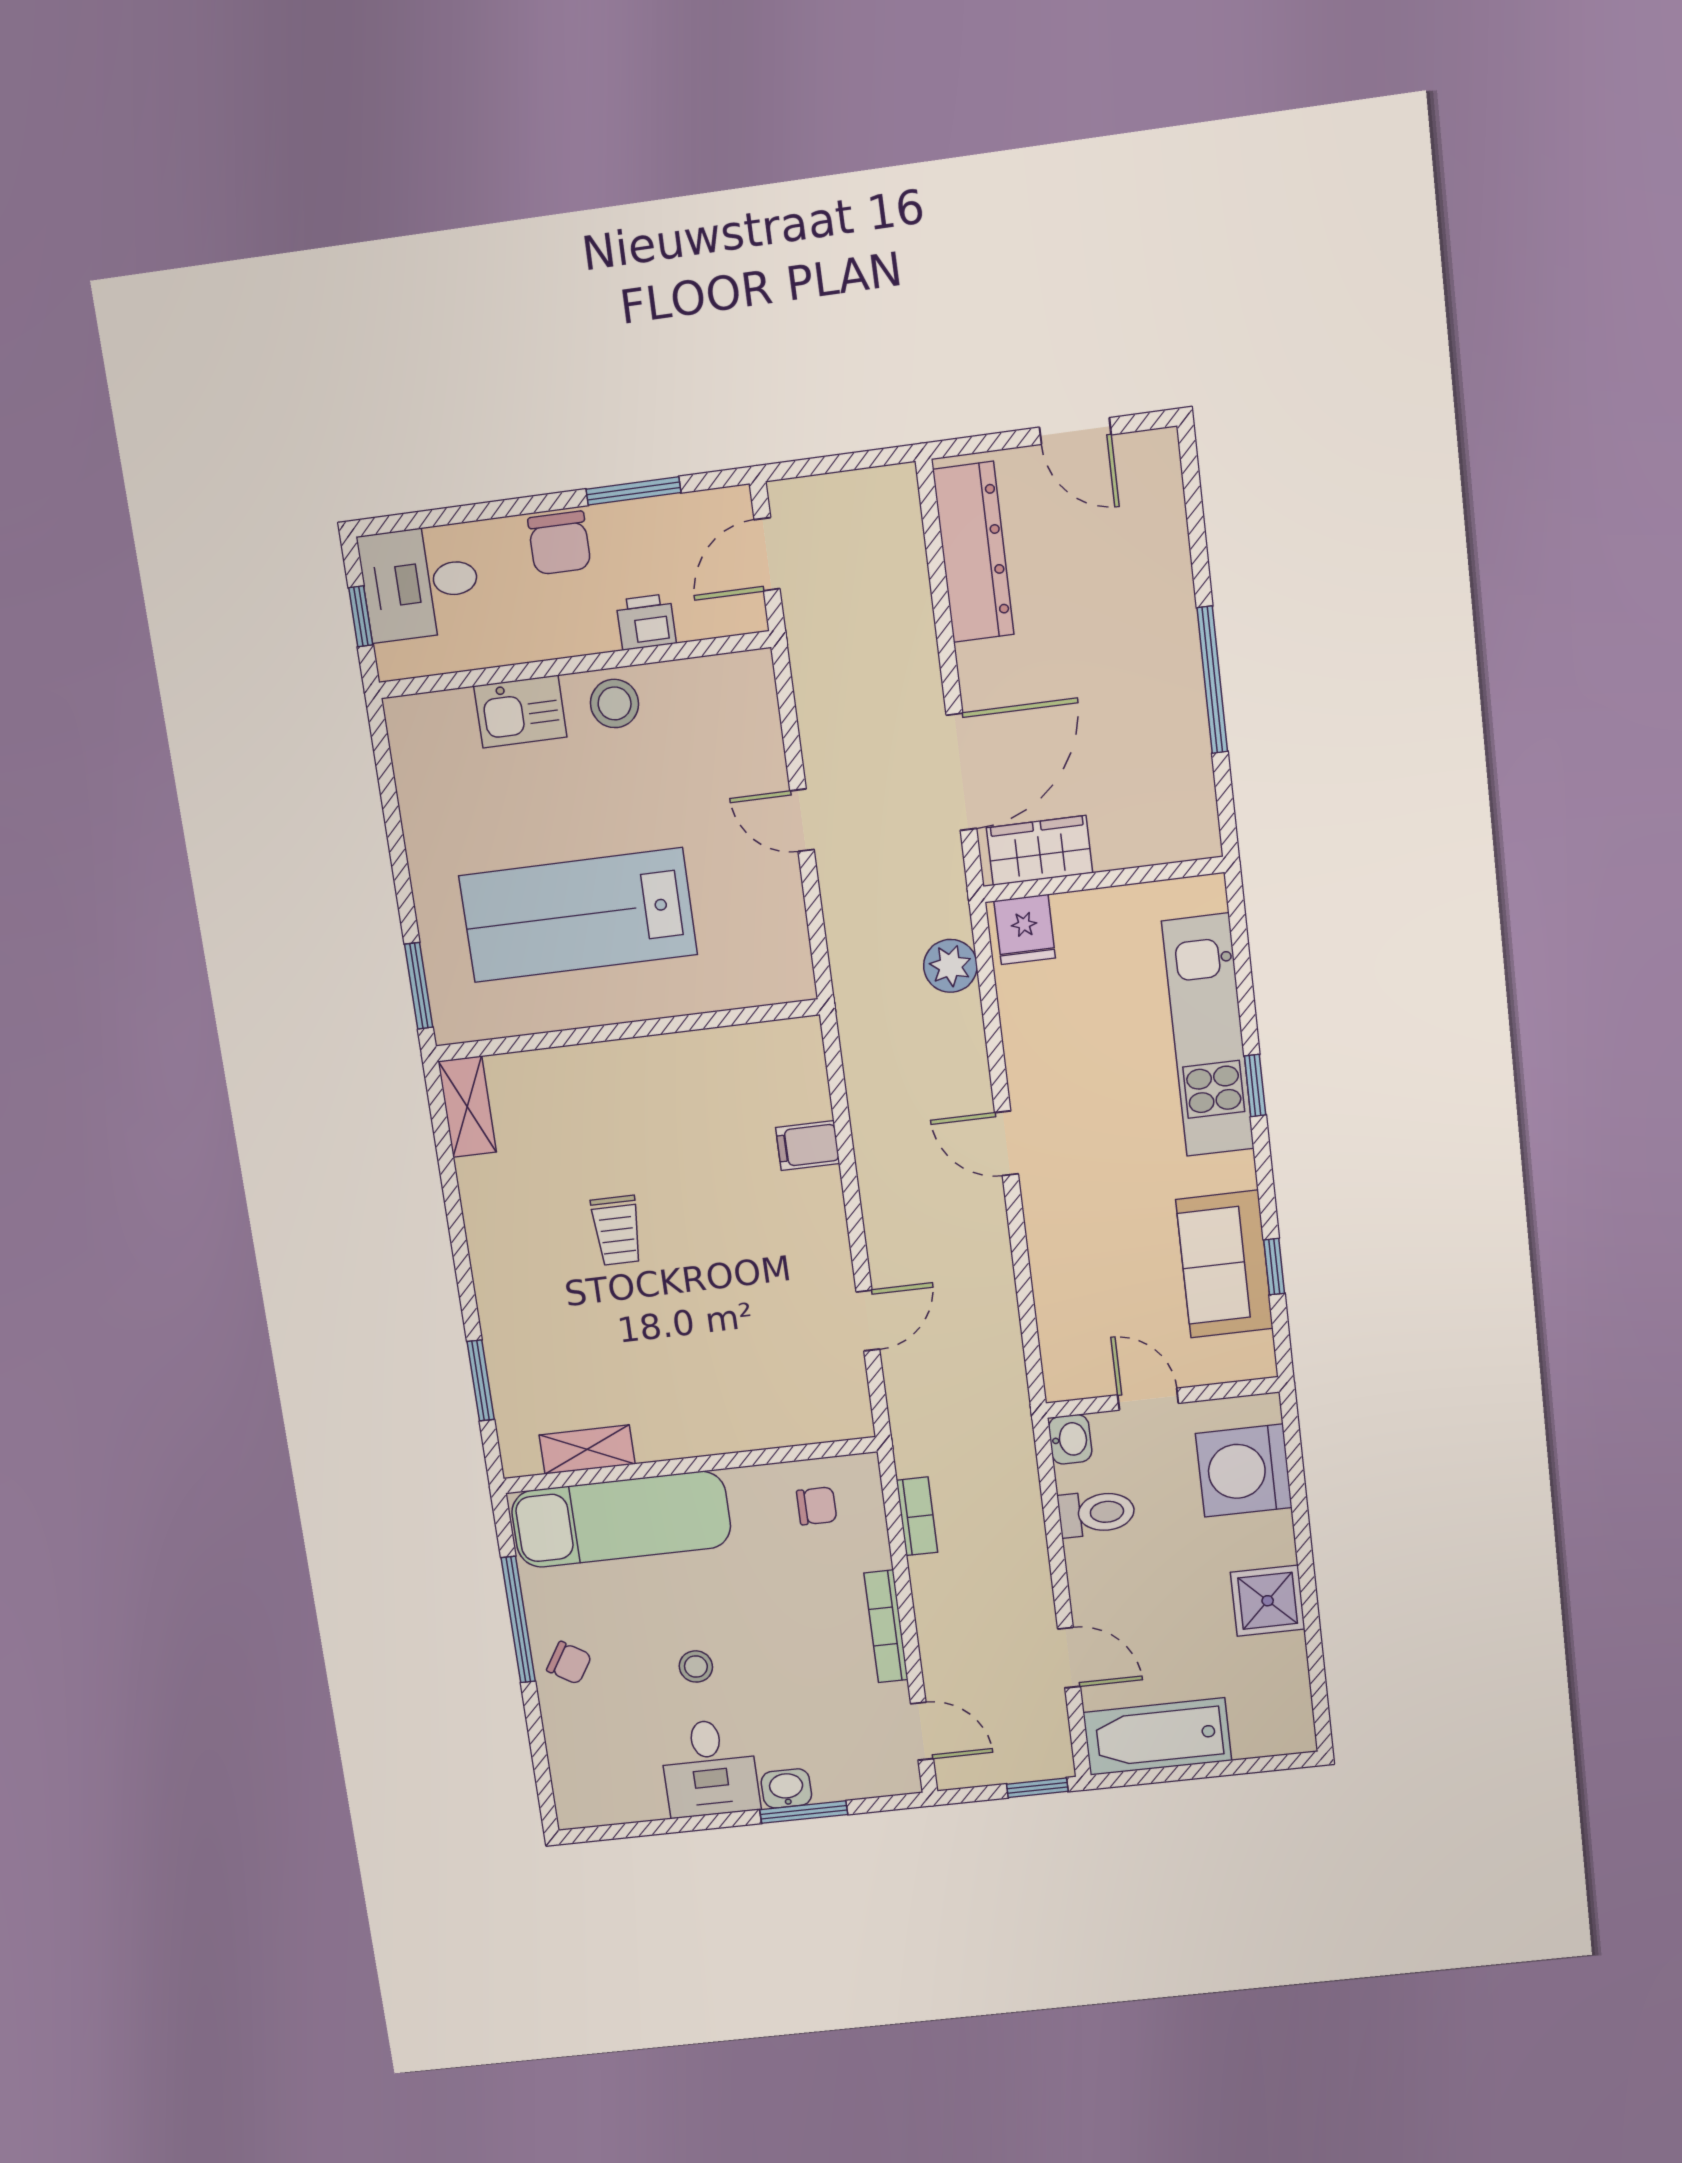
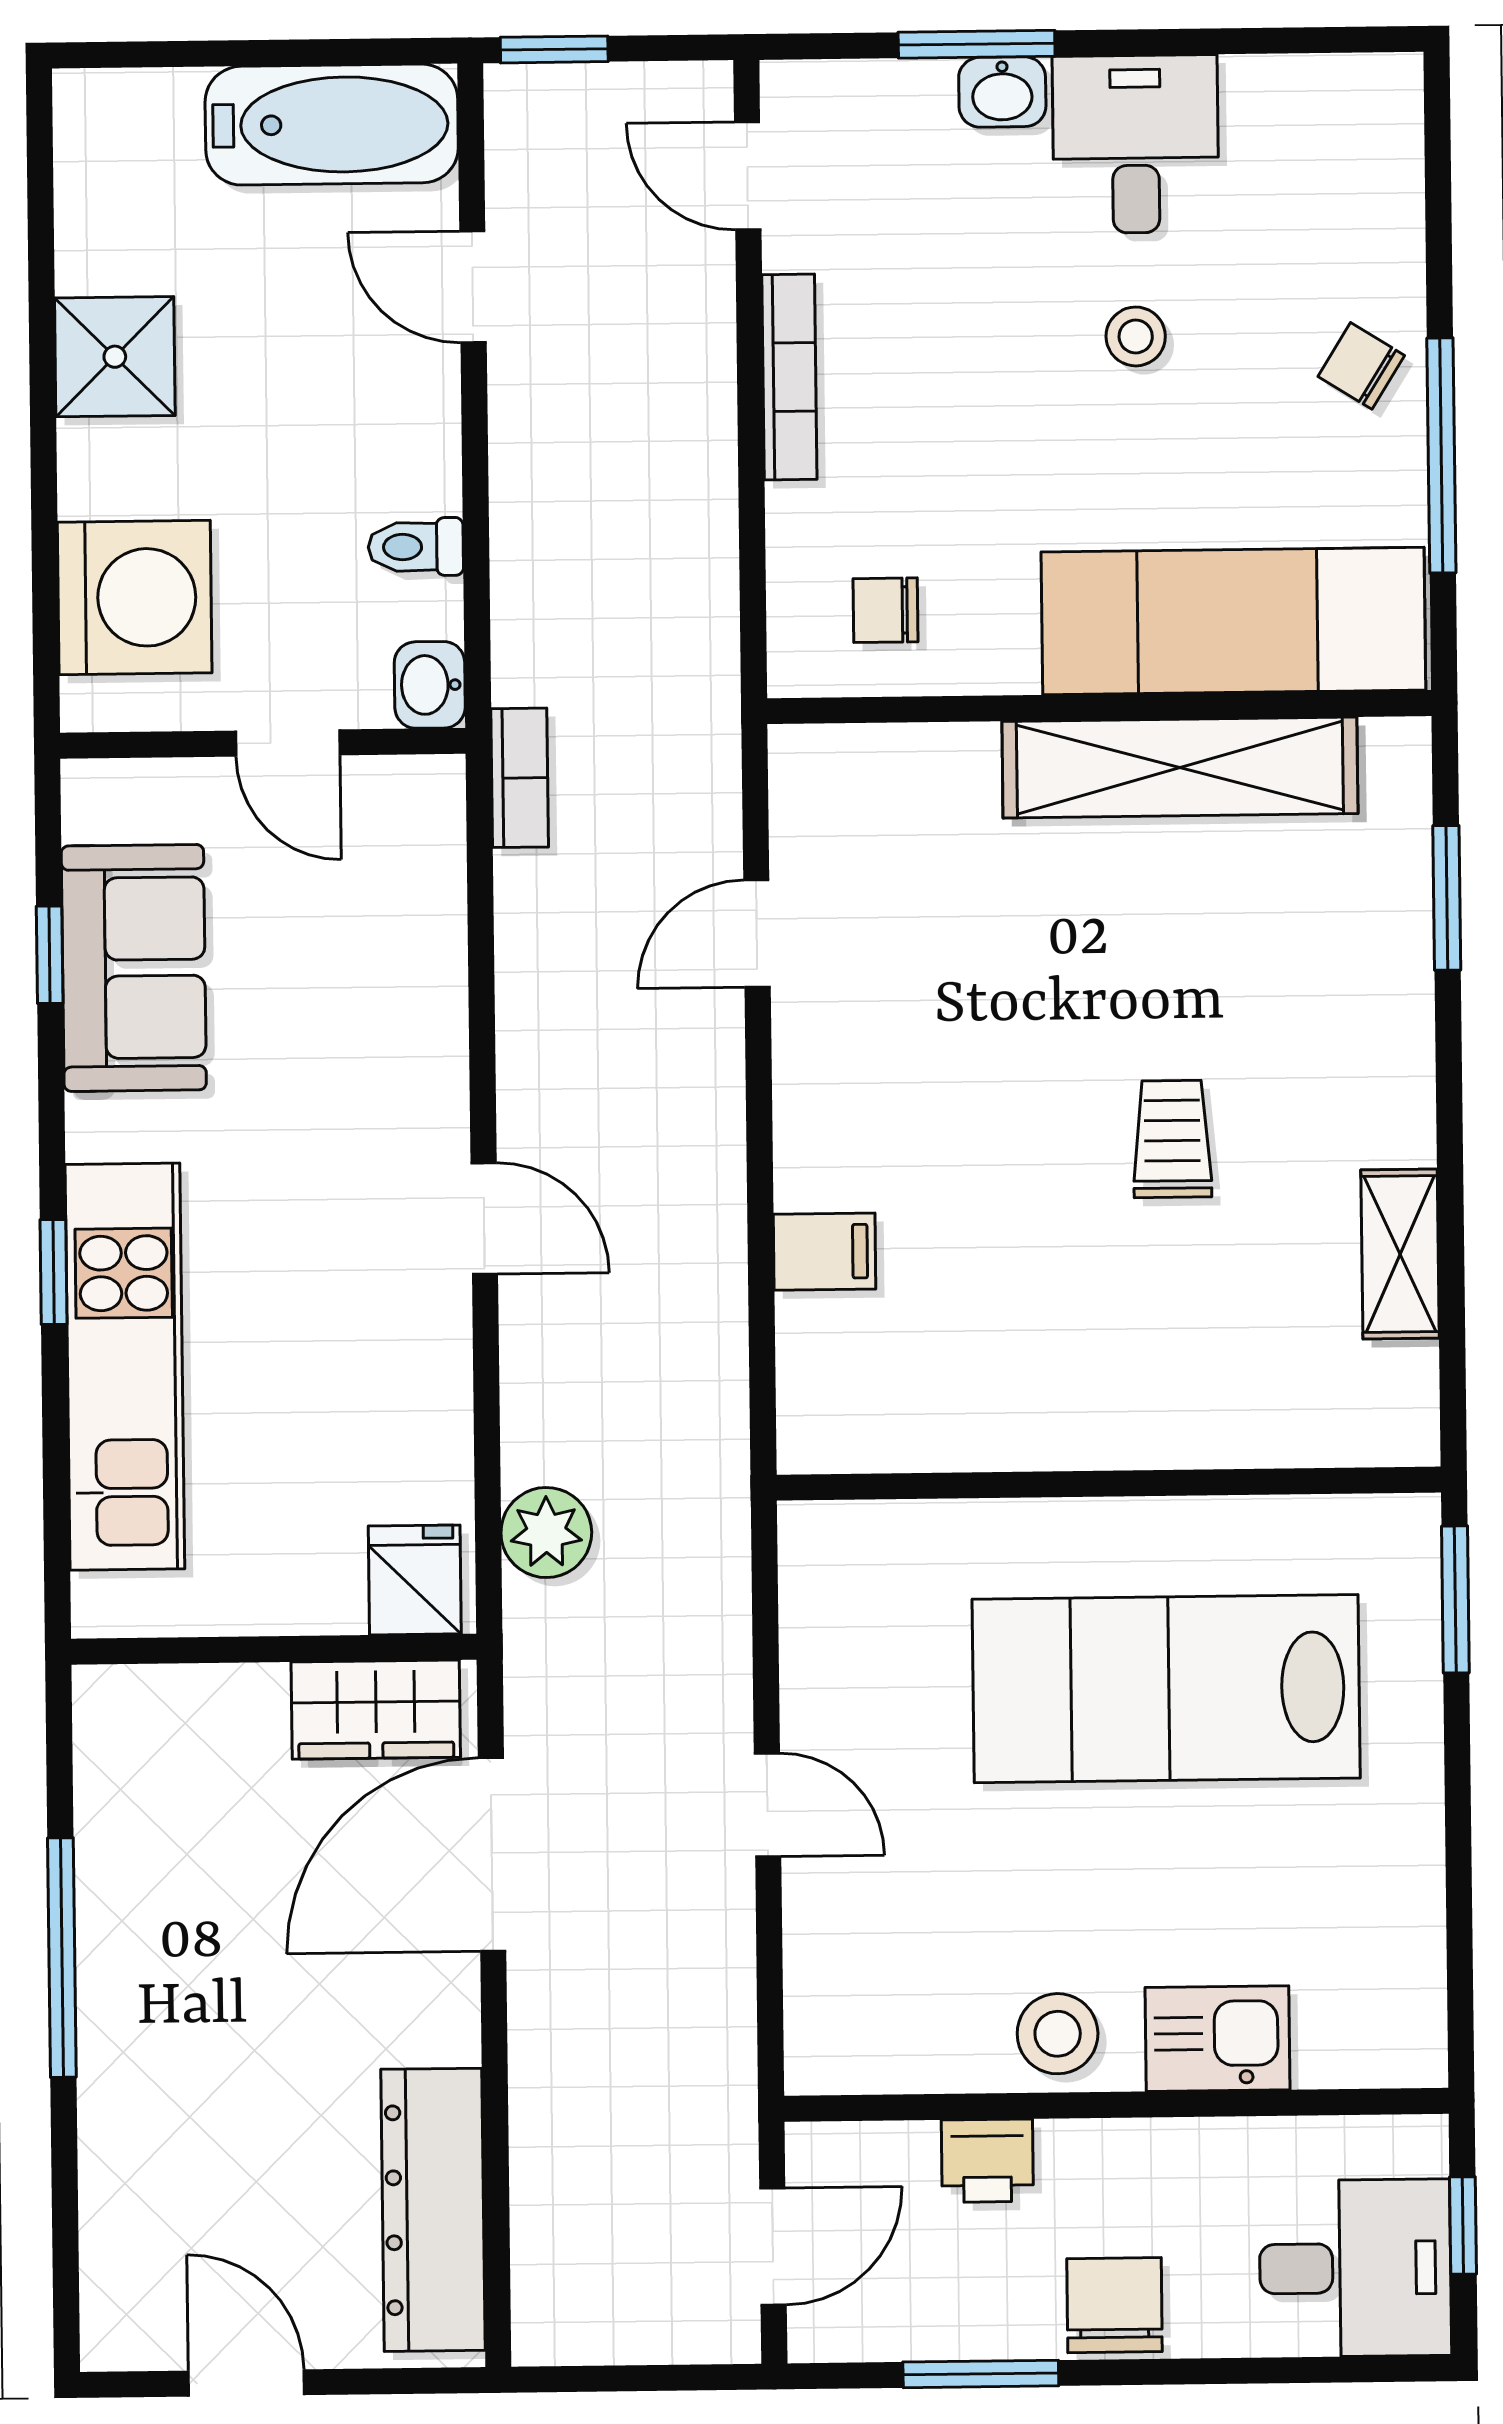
lab bench: (578, 915) -> (1166, 1689), turned 180
shelving: (467, 1107) -> (1400, 1254), moved
shelving: (587, 1449) -> (1180, 767), width x2.20, depth x1.33
toilet: (1096, 1513) -> (416, 547), width x0.73, depth x0.72
bookcase: (917, 1516) -> (520, 778), moved, turned 180

